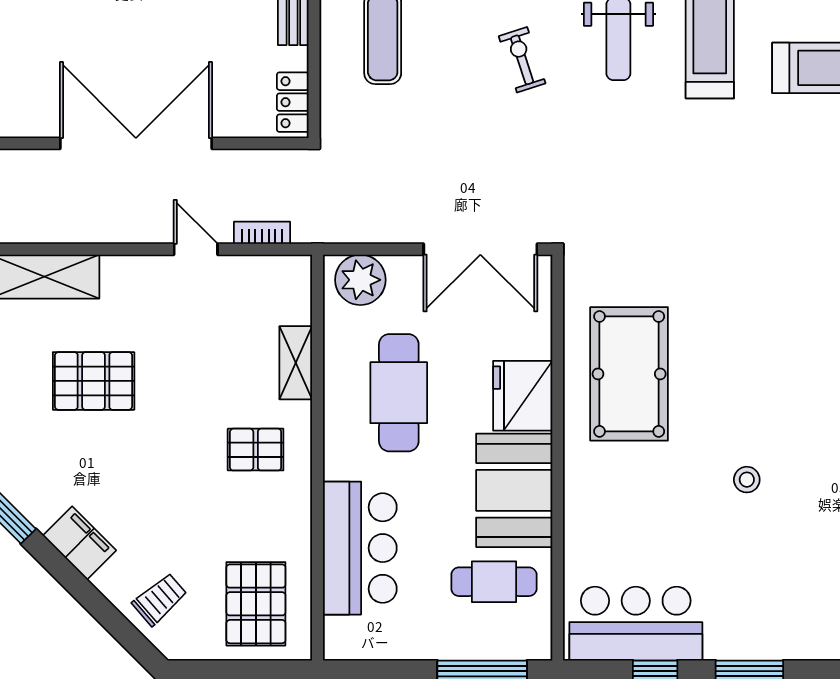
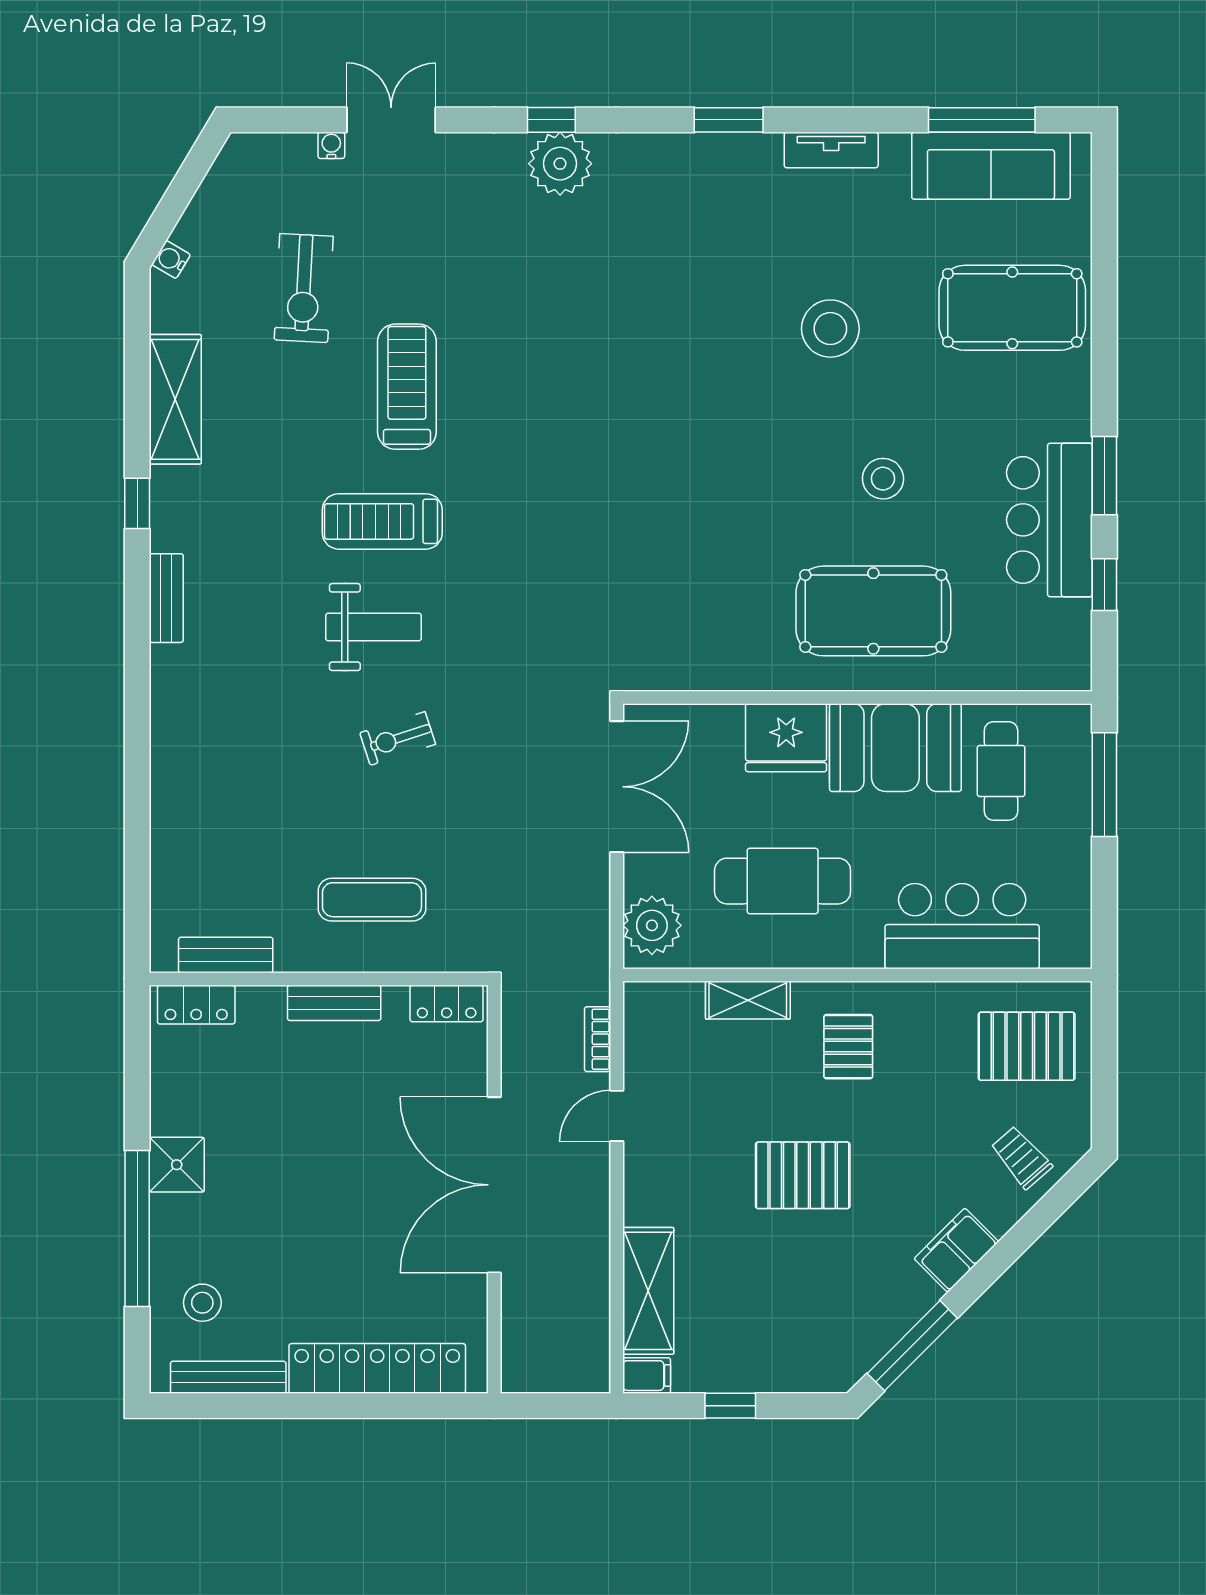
pool table: (629, 374) -> (873, 611), moved
pallet: (94, 381) -> (803, 1175), moved, turned 90
stool: (747, 480) -> (883, 479), width x1.37, depth x1.37
bar counter: (636, 624) -> (1049, 520), moved

